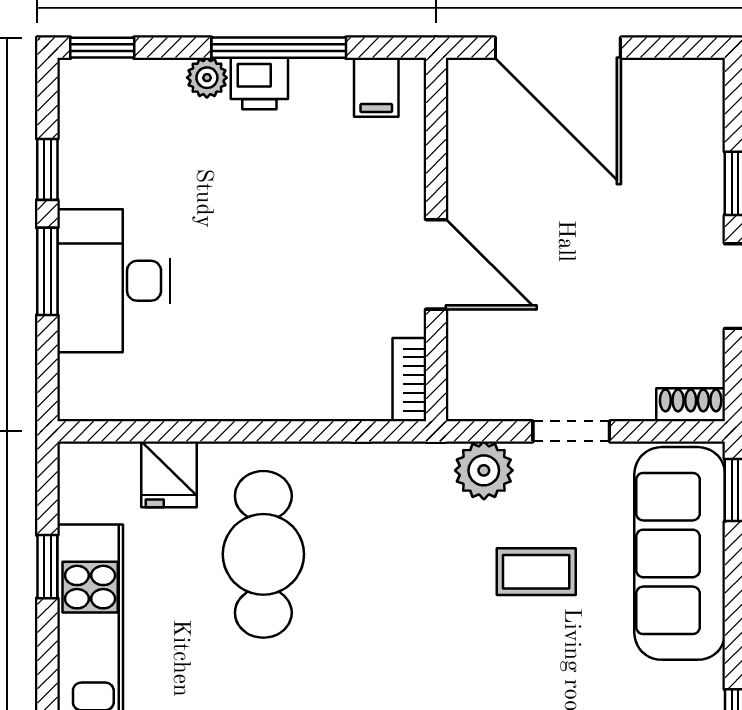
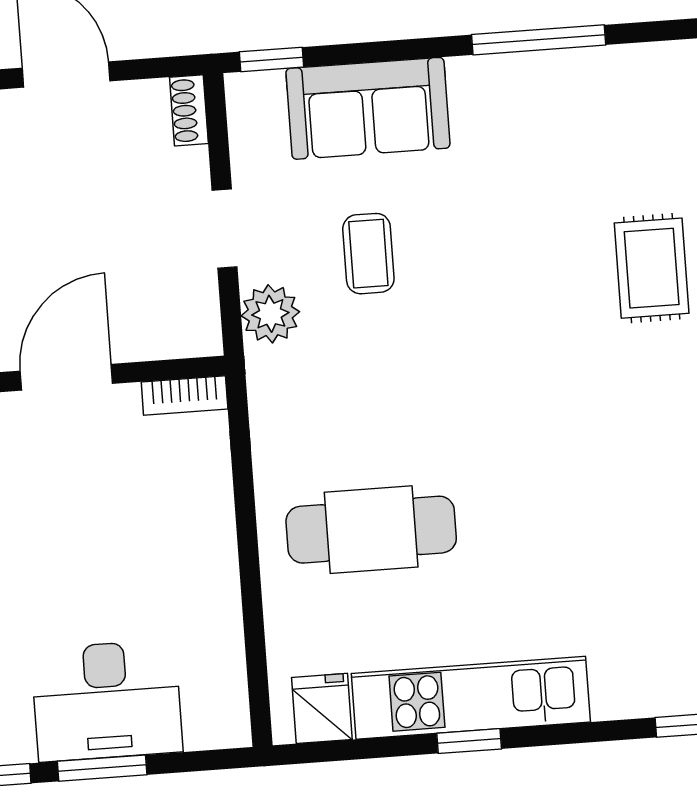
fridge: (169, 474) -> (322, 708), moved, turned -90
sofa: (680, 553) -> (368, 108), width x0.73
window: (47, 567) -> (469, 741), moved

